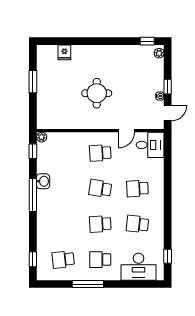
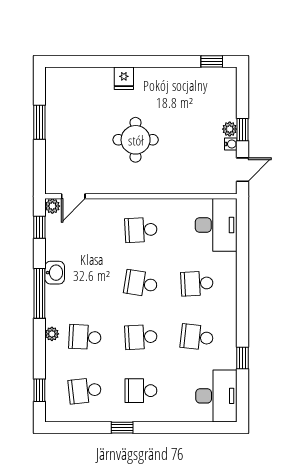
fridge: (64, 52) -> (124, 78), moved
plant: (159, 53) -> (230, 129), moved
door: (127, 131) -> (73, 196), moved
desk: (150, 145) -> (216, 225), width x1.37
plant: (41, 222) -> (52, 334), added
school desk: (63, 224) -> (85, 337), added
window: (168, 256) -> (242, 358), moved
desk: (138, 267) -> (216, 396), moved, turned -90
window: (88, 284) -> (122, 428), width x0.46

